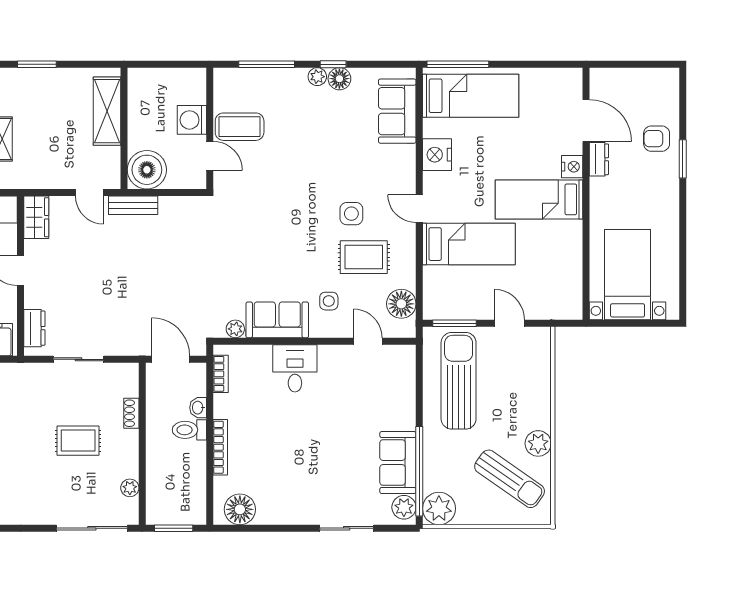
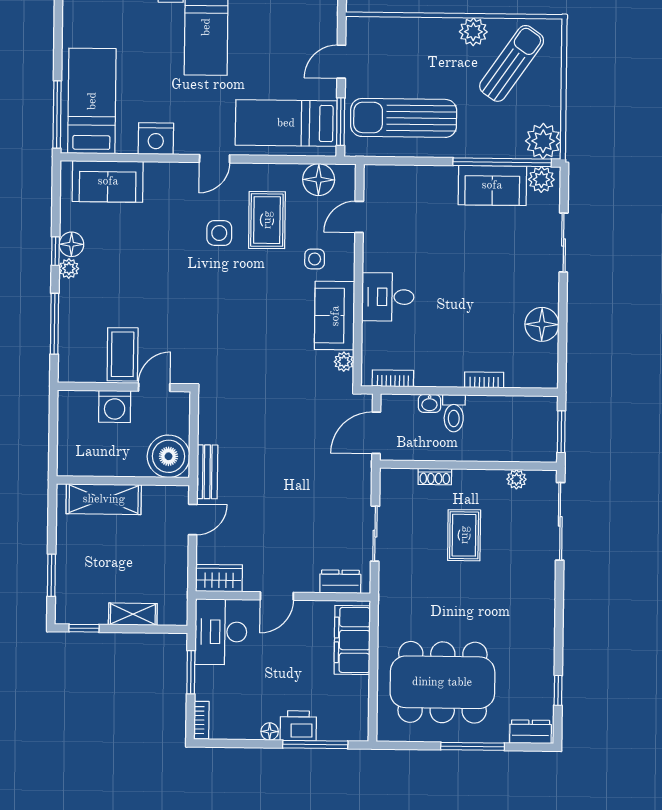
bed: (469, 244) -> (286, 123), moved, turned -90
bookcase: (220, 447) -> (484, 380), width x0.64
floor lamp: (240, 509) -> (542, 324), moved

